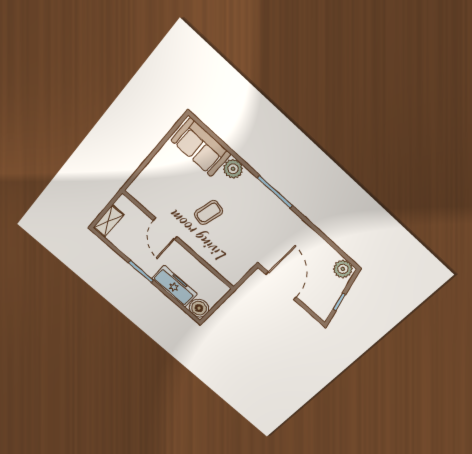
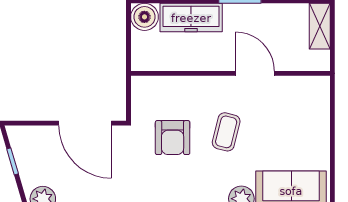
armchair: (241, 236) -> (173, 138), added

